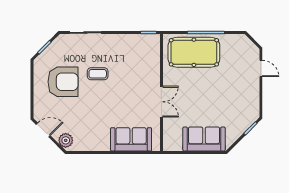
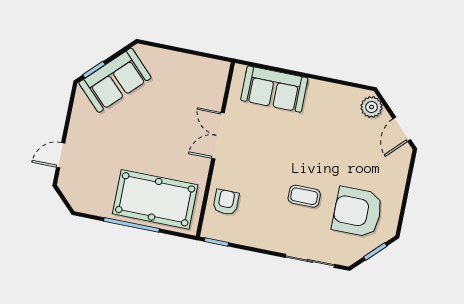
armchair: (148, 60) -> (226, 202), added
door: (261, 69) -> (61, 155), hinge flipped
armchair: (63, 82) -> (357, 212), moved
door: (43, 130) -> (402, 129), hinge flipped
sofa: (204, 139) -> (115, 80), moved, turned -45

